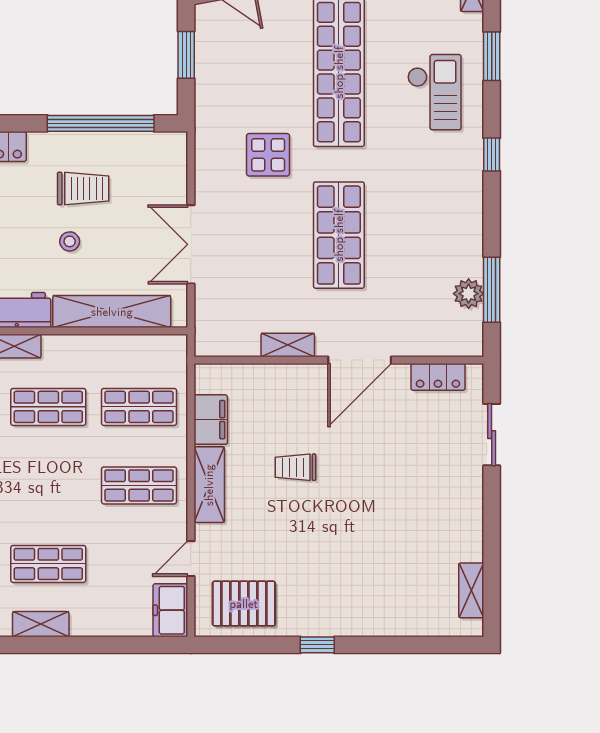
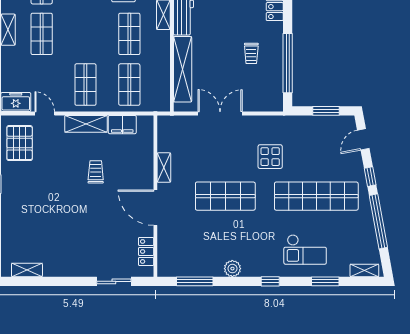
trolley: (83, 188) -> (251, 53), width x0.73, depth x0.72
stool: (70, 241) -> (222, 46), removed
plant: (469, 294) -> (232, 269), moved

